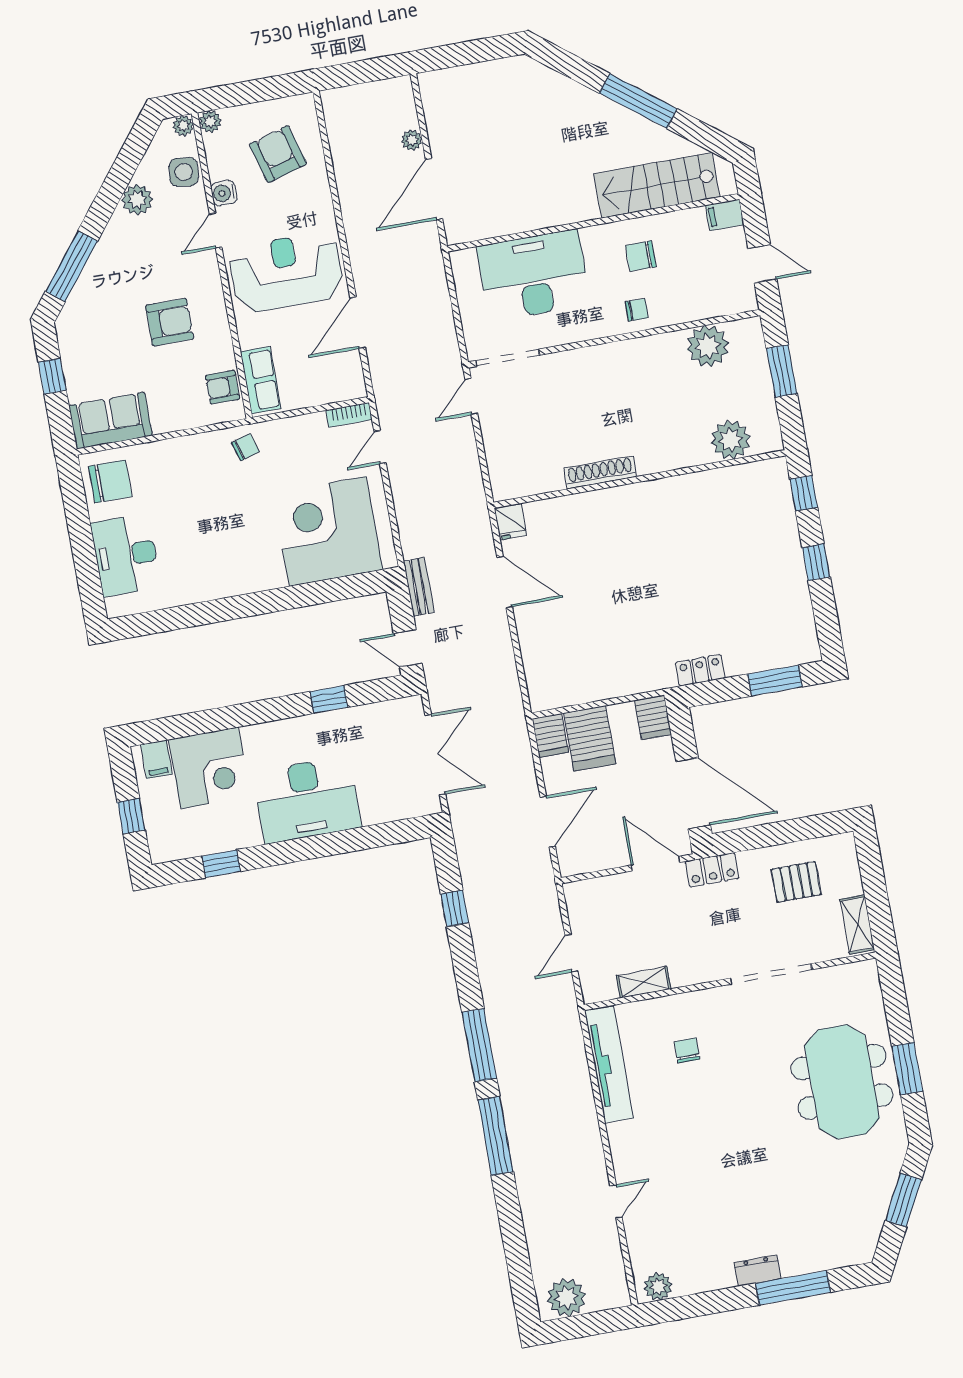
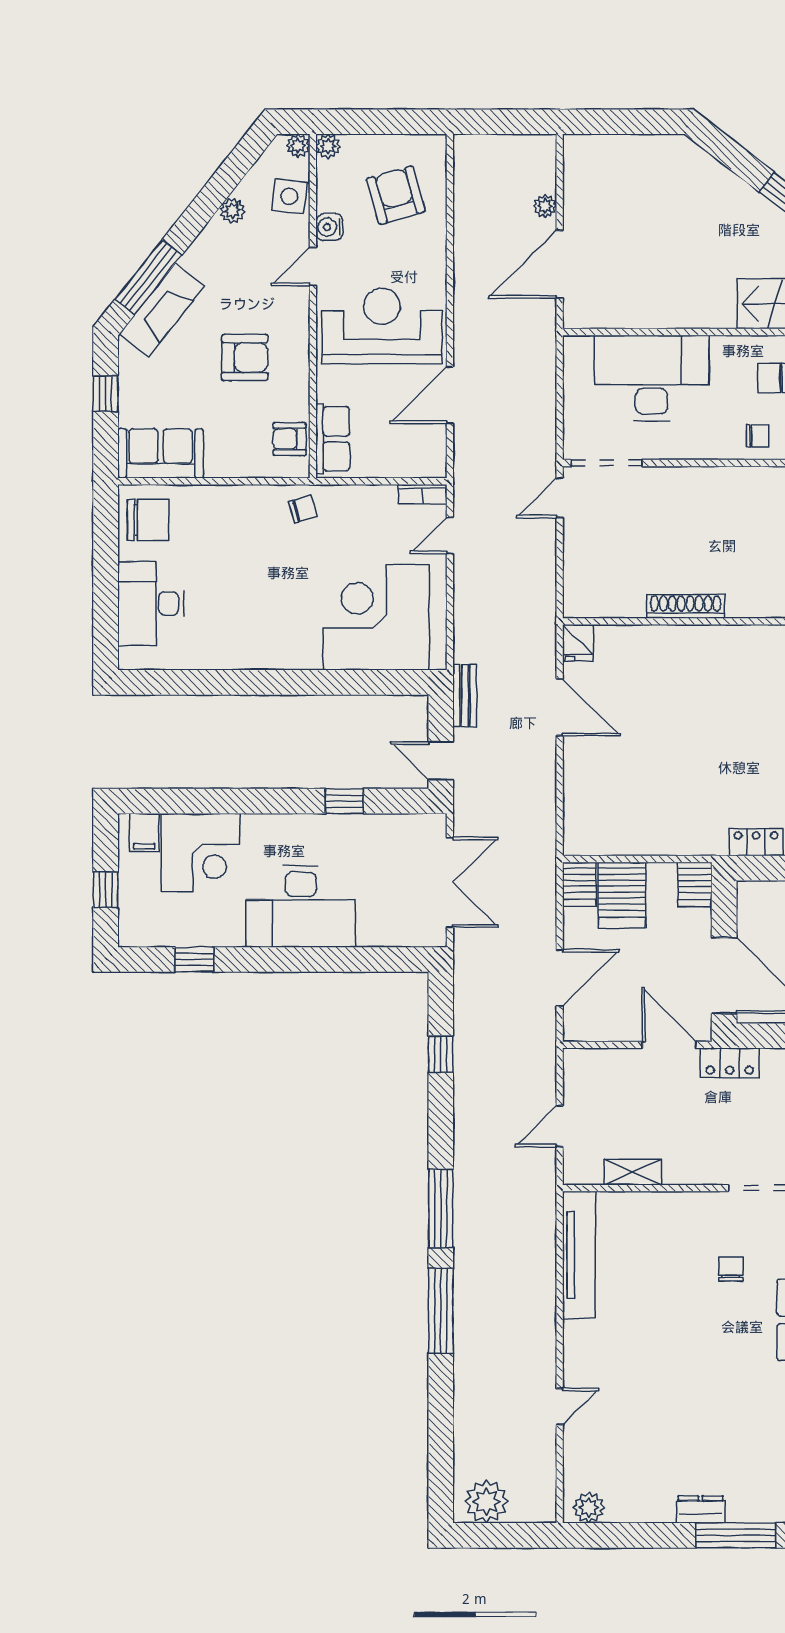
plant: (137, 200) -> (232, 211), width x0.73, depth x0.73
fireplace: (89, 293) -> (162, 310), added
chair: (687, 1050) -> (731, 1269), moved

